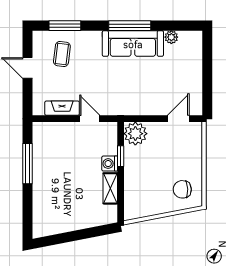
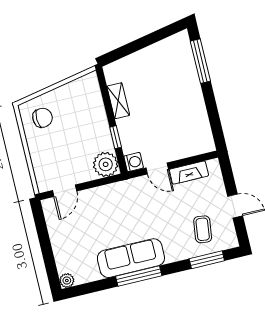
plant: (171, 37) -> (67, 281), moved
window: (28, 164) -> (200, 61), moved
washing machine: (110, 164) -> (134, 162), moved

